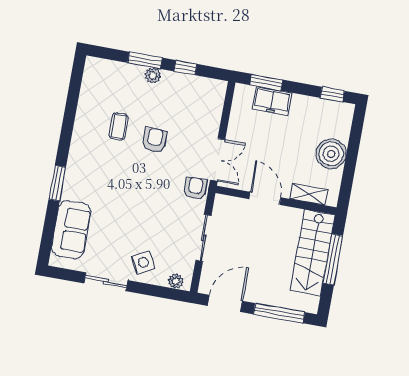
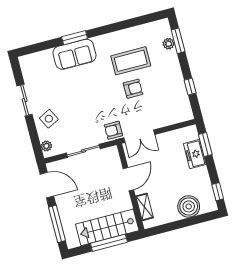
window: (145, 60) -> (178, 41), moved
plant: (153, 76) -> (169, 44), moved
coffee table: (119, 127) -> (131, 61), width x1.86, depth x1.72
boiler: (331, 154) -> (189, 206), moved
armchair: (195, 188) -> (114, 130), turned 180
sofa: (71, 230) -> (74, 54), moved

